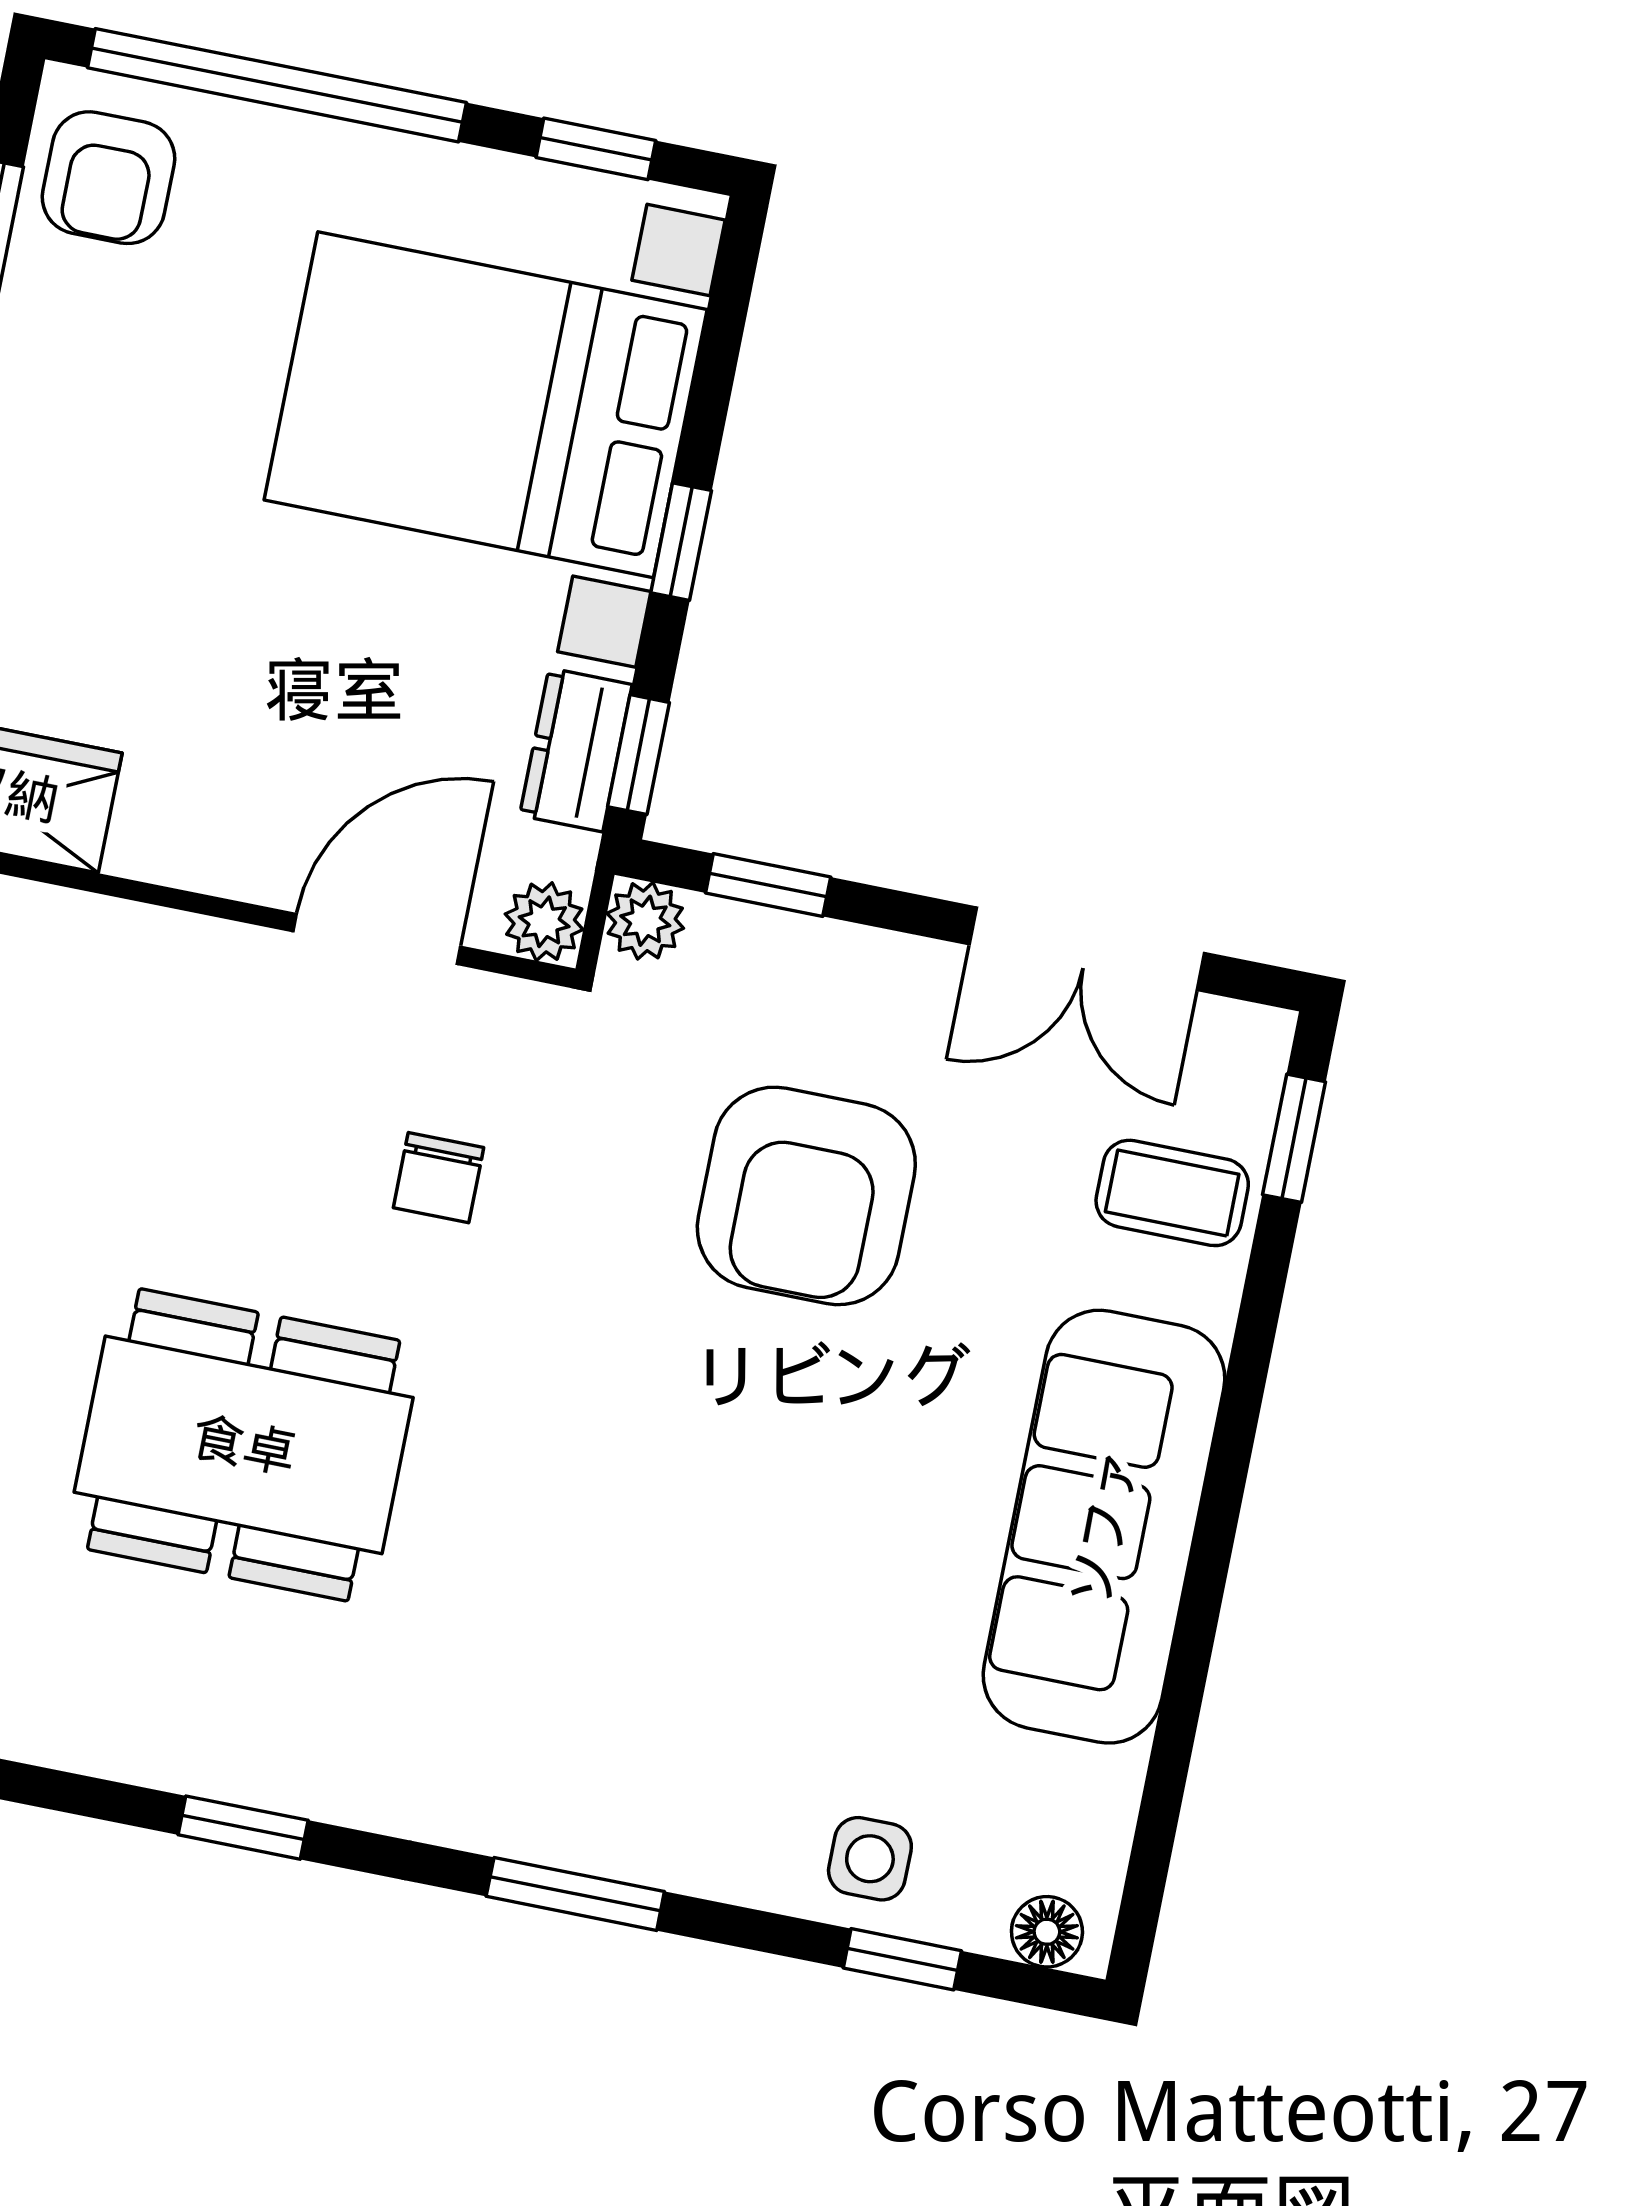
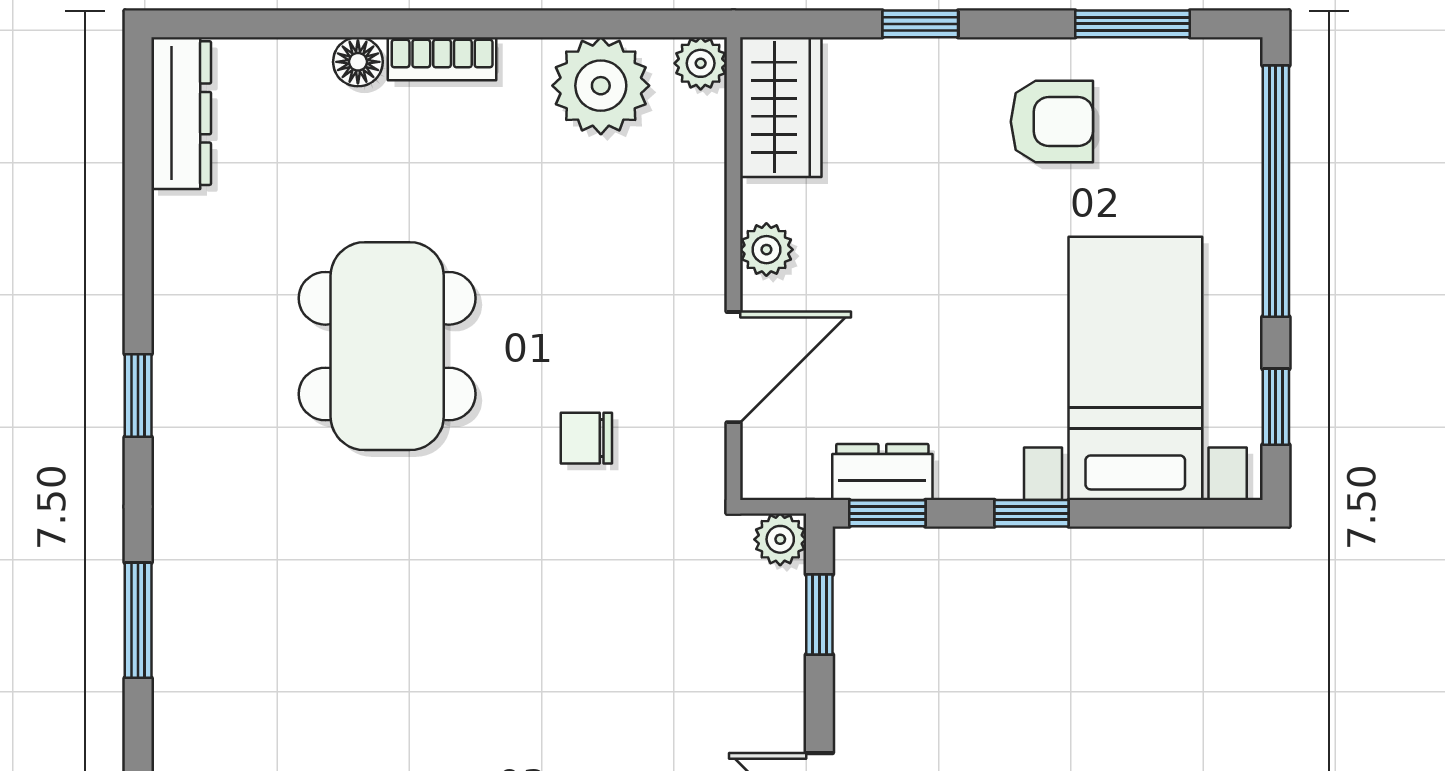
armchair: (108, 178) -> (1052, 122), moved, turned 180
bed with nightstands: (486, 405) -> (1135, 368), width x0.73
plant: (544, 922) -> (766, 250), moved
door: (377, 939) -> (733, 367), hinge flipped
armchair: (806, 1196) -> (622, 680), removed

